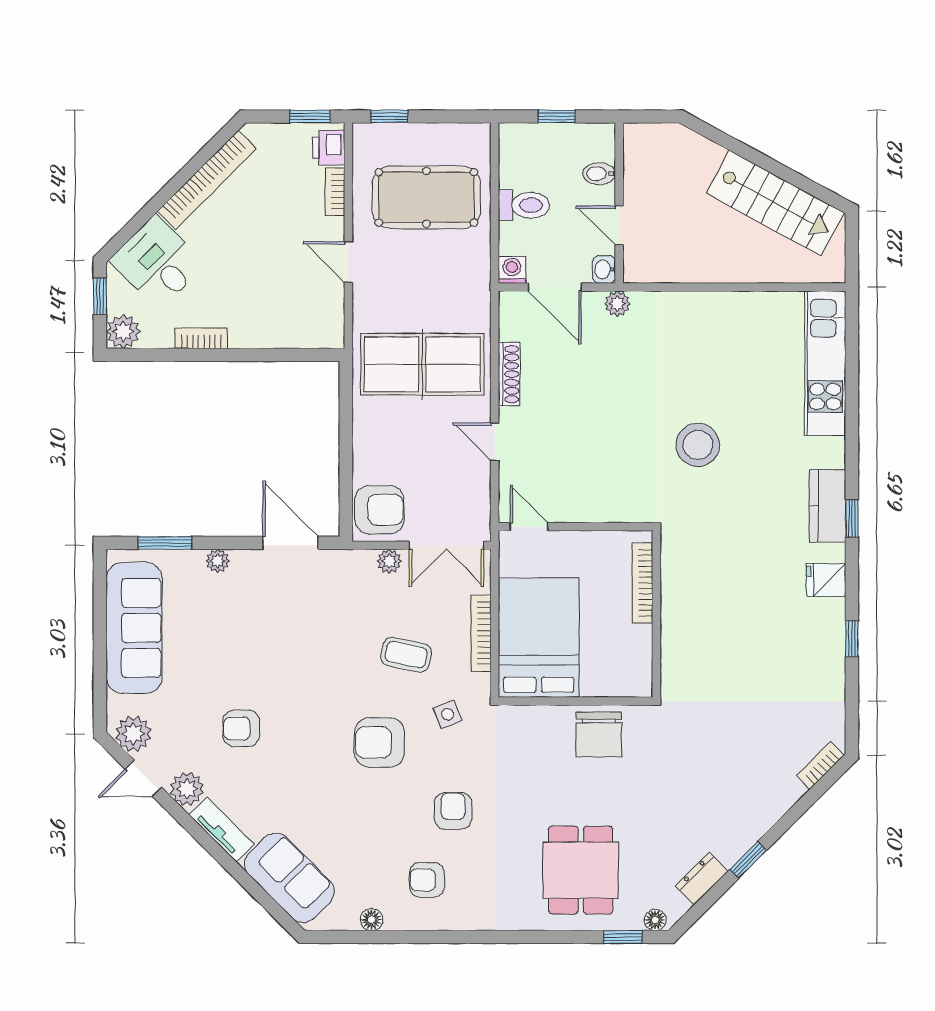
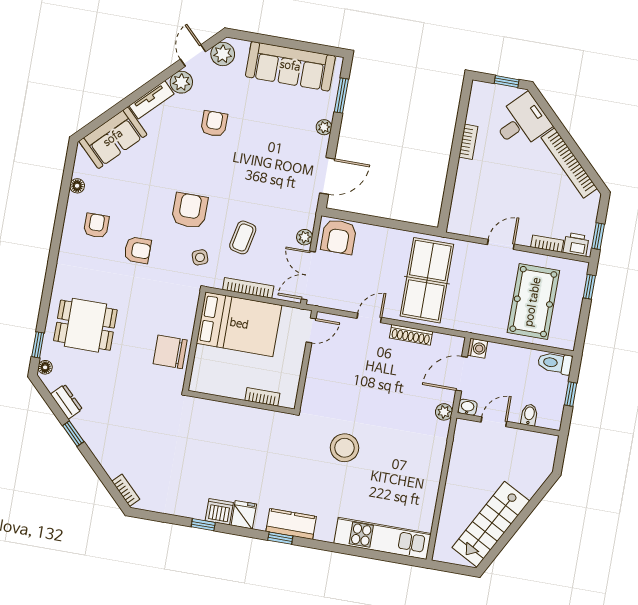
toilet: (524, 205) -> (555, 363), moved, turned 90
plant: (123, 332) -> (481, 92), removed
bookcase: (642, 583) -> (262, 397), width x0.64
dishwasher: (828, 618) -> (219, 512), added

